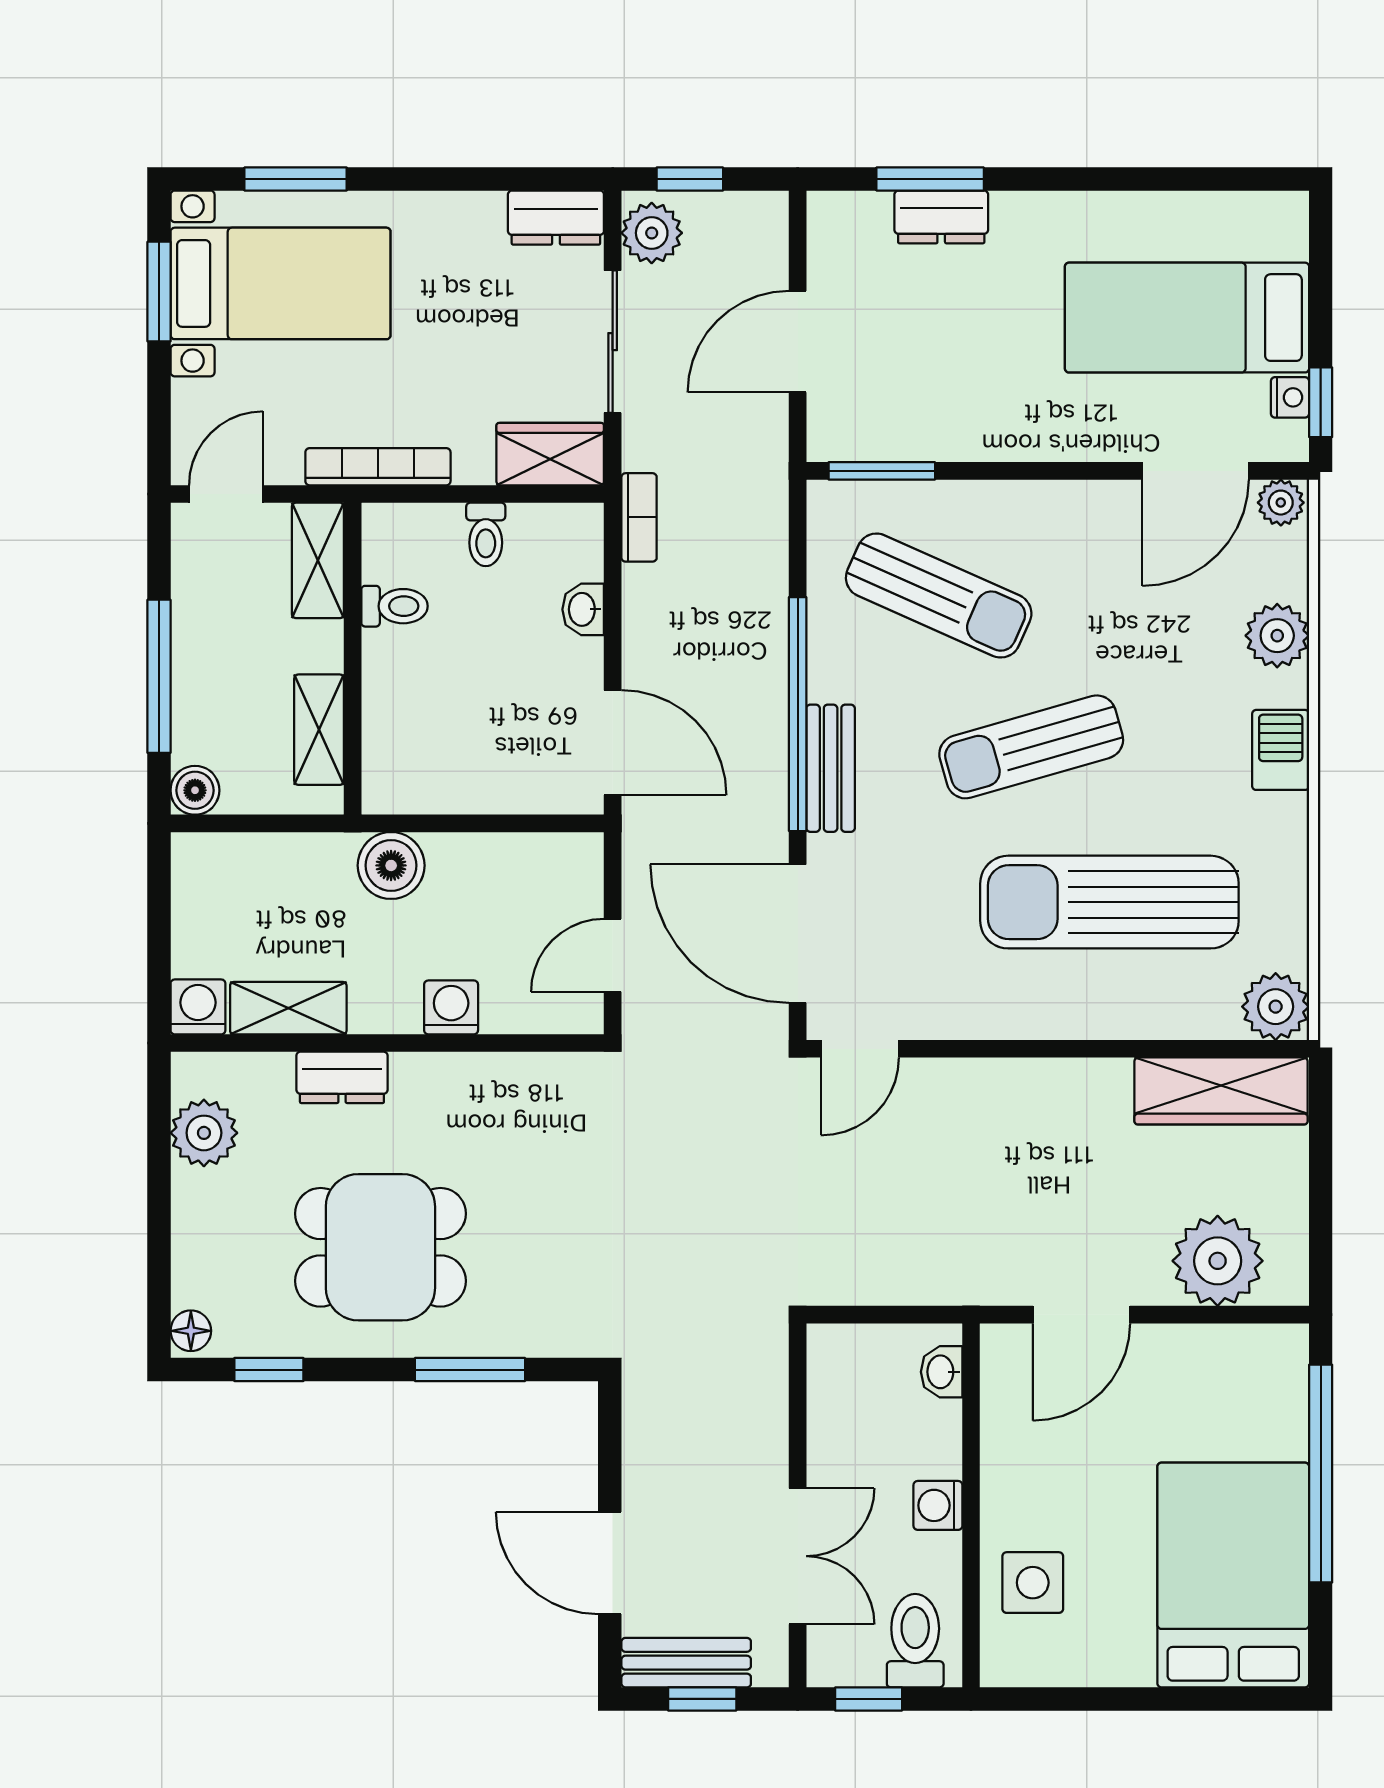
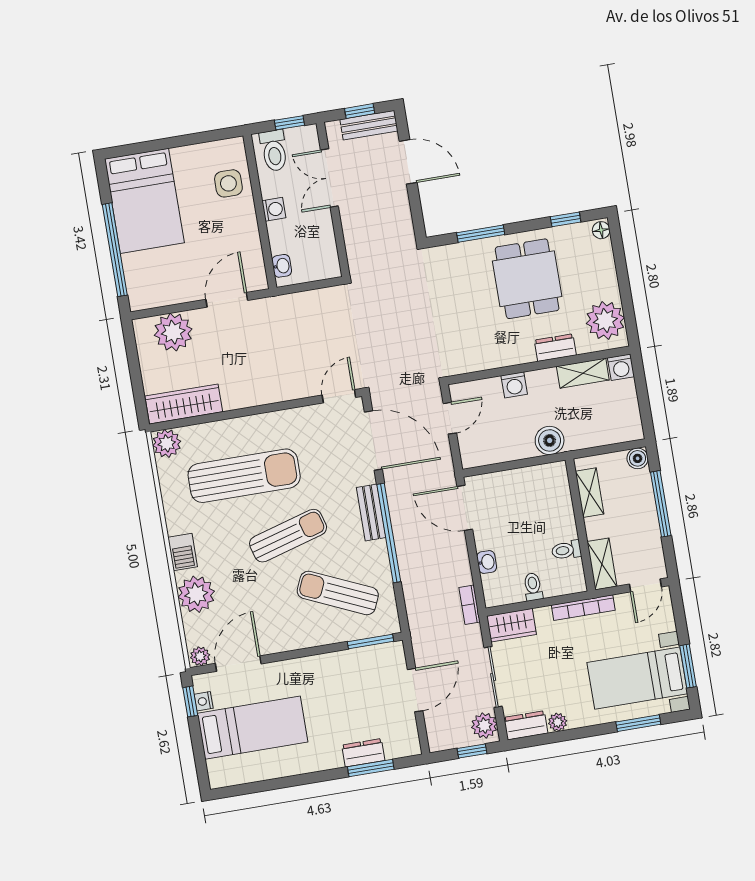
plant: (481, 212) -> (558, 722), added
plant: (1277, 636) -> (196, 594), width x1.36, depth x1.36
plant: (204, 1133) -> (605, 320), width x1.36, depth x1.36
dining table: (380, 1247) -> (527, 279), turned 90

